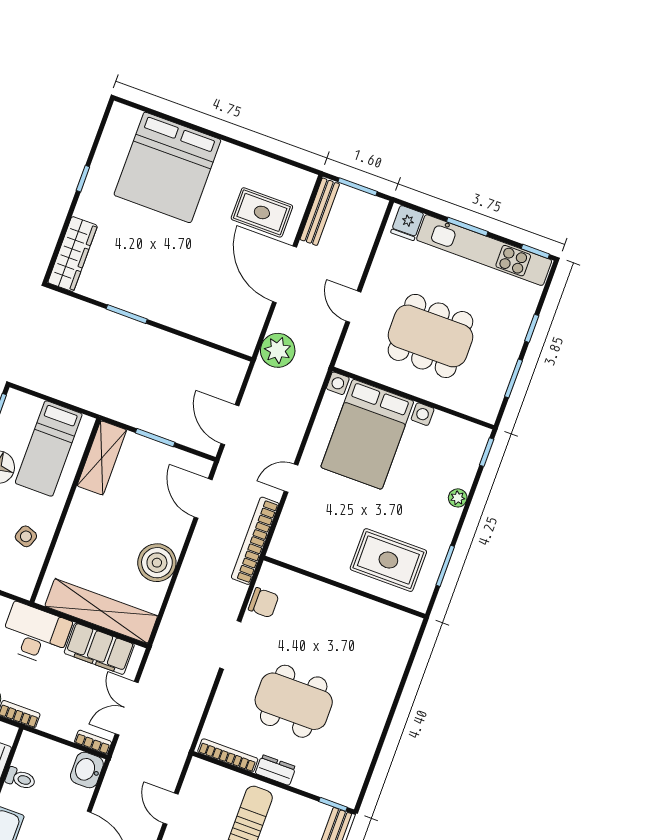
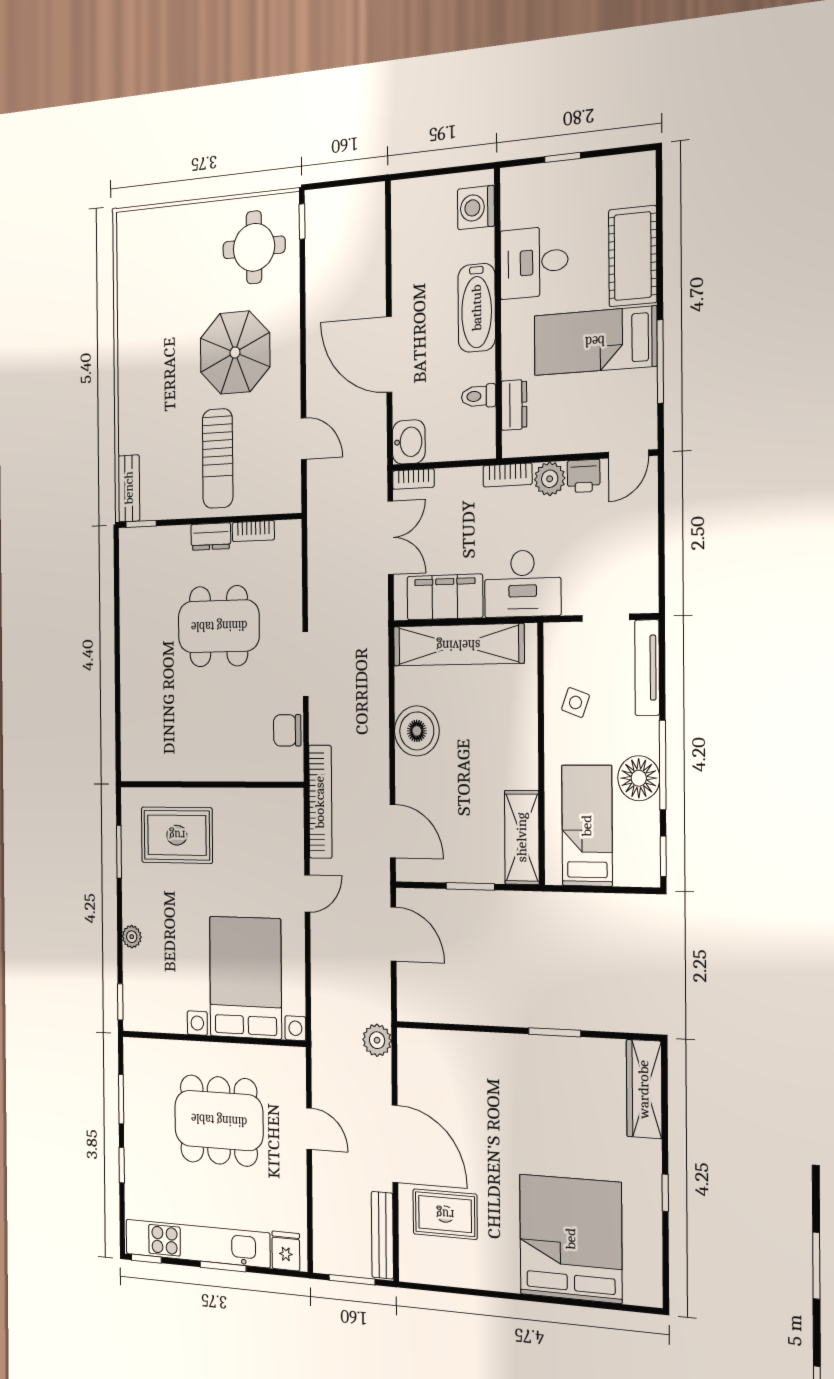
plant: (278, 350) -> (377, 1040), width x0.73, depth x0.73
bookcase: (228, 755) -> (253, 531), width x0.64

